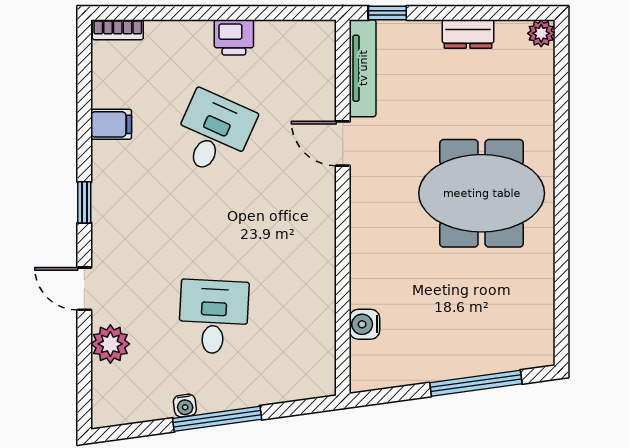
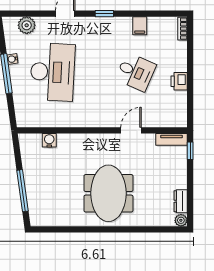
dresser: (468, 34) -> (181, 201), moved
tv unit: (363, 68) -> (171, 139), width x0.71
desk: (214, 317) -> (53, 72), width x1.87, depth x1.30
plant: (110, 344) -> (27, 25), moved

